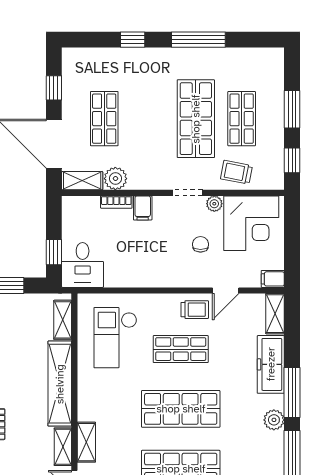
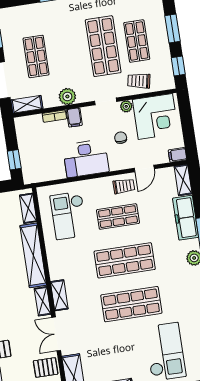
plant: (115, 179) -> (67, 96), moved
desk: (83, 265) -> (86, 158), moved, width x1.37

